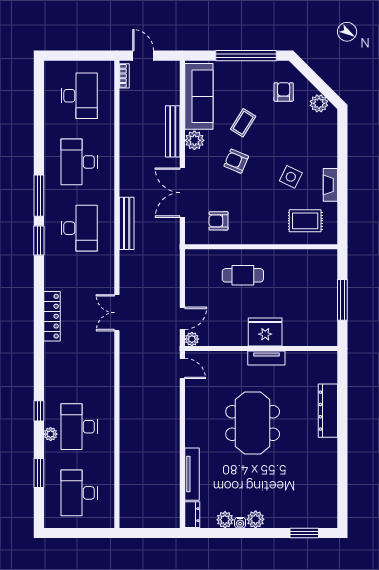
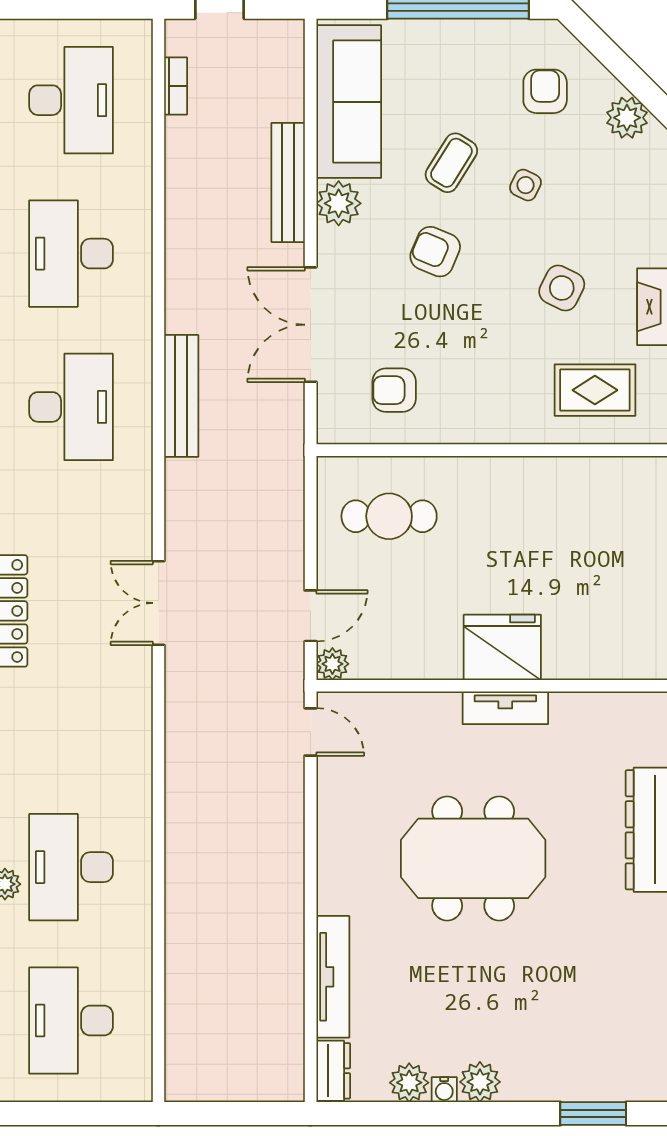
bookcase: (124, 76) -> (176, 86), moved
side table: (275, 132) -> (525, 185), added
cafe table: (243, 275) -> (389, 516), moved
meeting table: (253, 423) -> (473, 858), turned 90

